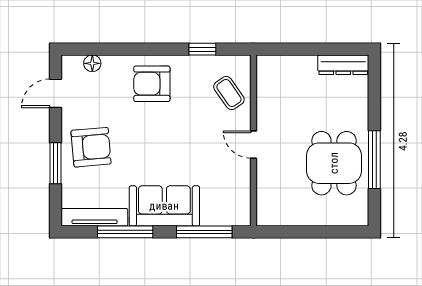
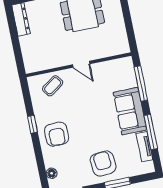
window: (202, 49) -> (32, 124), moved
door: (254, 145) -> (81, 64), hinge flipped
tv unit: (95, 217) -> (144, 147), width x0.71

